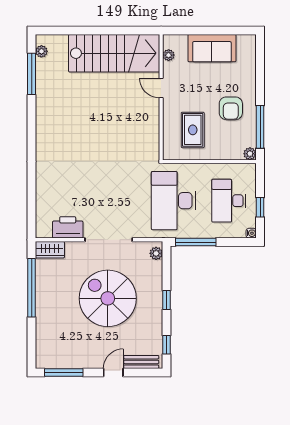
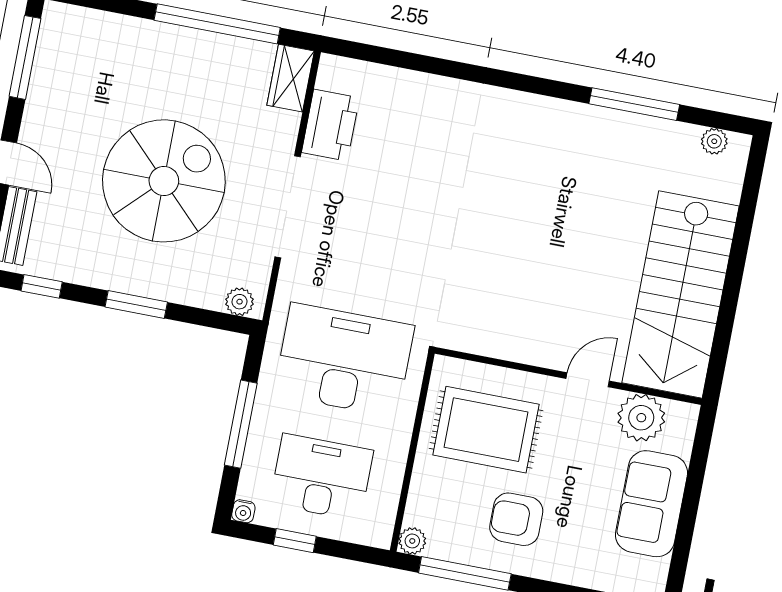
plant: (169, 55) -> (641, 418), width x1.88, depth x1.88
window: (32, 74) -> (634, 104), moved
rug: (193, 130) -> (486, 430), width x1.36, depth x1.43
window: (196, 242) -> (241, 424), moved
window: (166, 300) -> (136, 305), width x1.50

